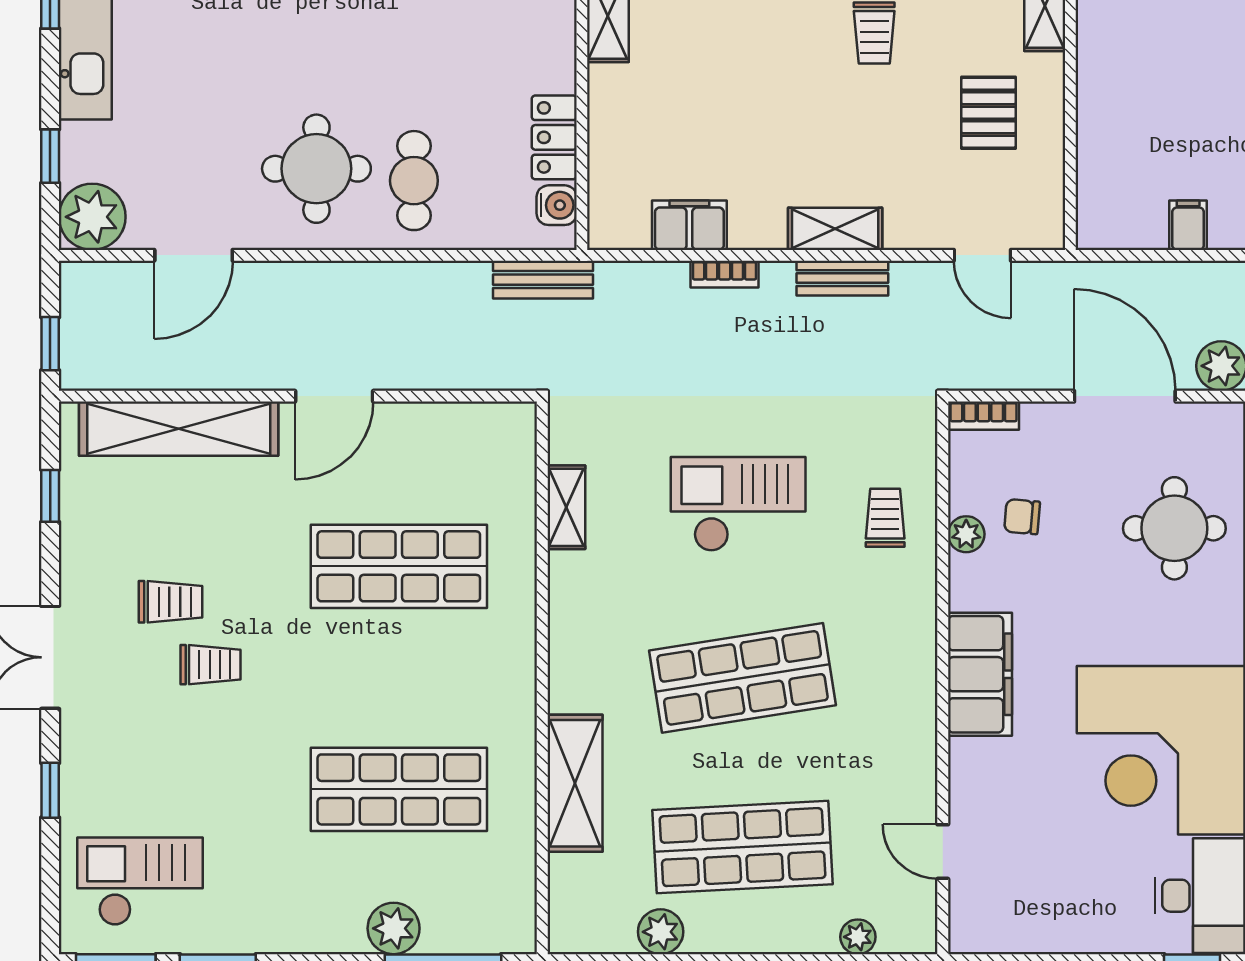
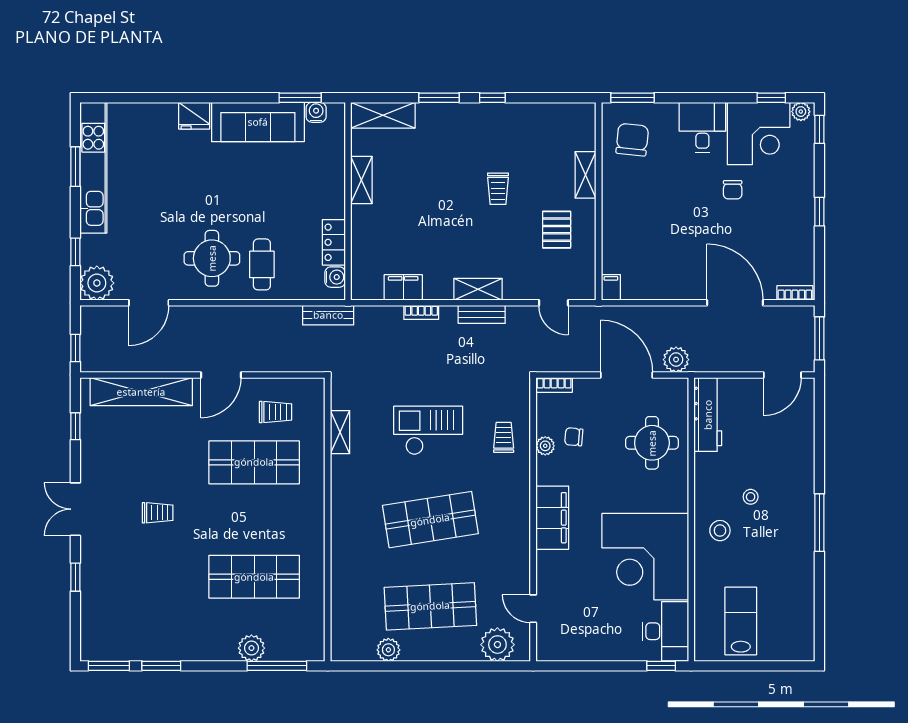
filing cabinet: (1188, 225) -> (611, 287), moved
trolley: (171, 602) -> (276, 412), moved
shelving: (575, 783) -> (344, 574), removed
checkout: (140, 881) -> (121, 624), removed
plant: (858, 937) -> (497, 645), width x1.88, depth x1.88

